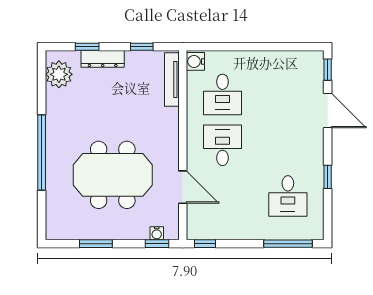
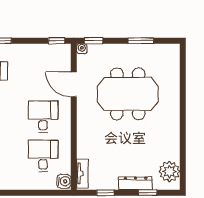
tv unit: (172, 79) -> (82, 173), width x0.71
desk: (222, 145) -> (43, 117), turned 180
window: (42, 152) -> (183, 111), removed
water cooler: (157, 233) -> (82, 49), moved

